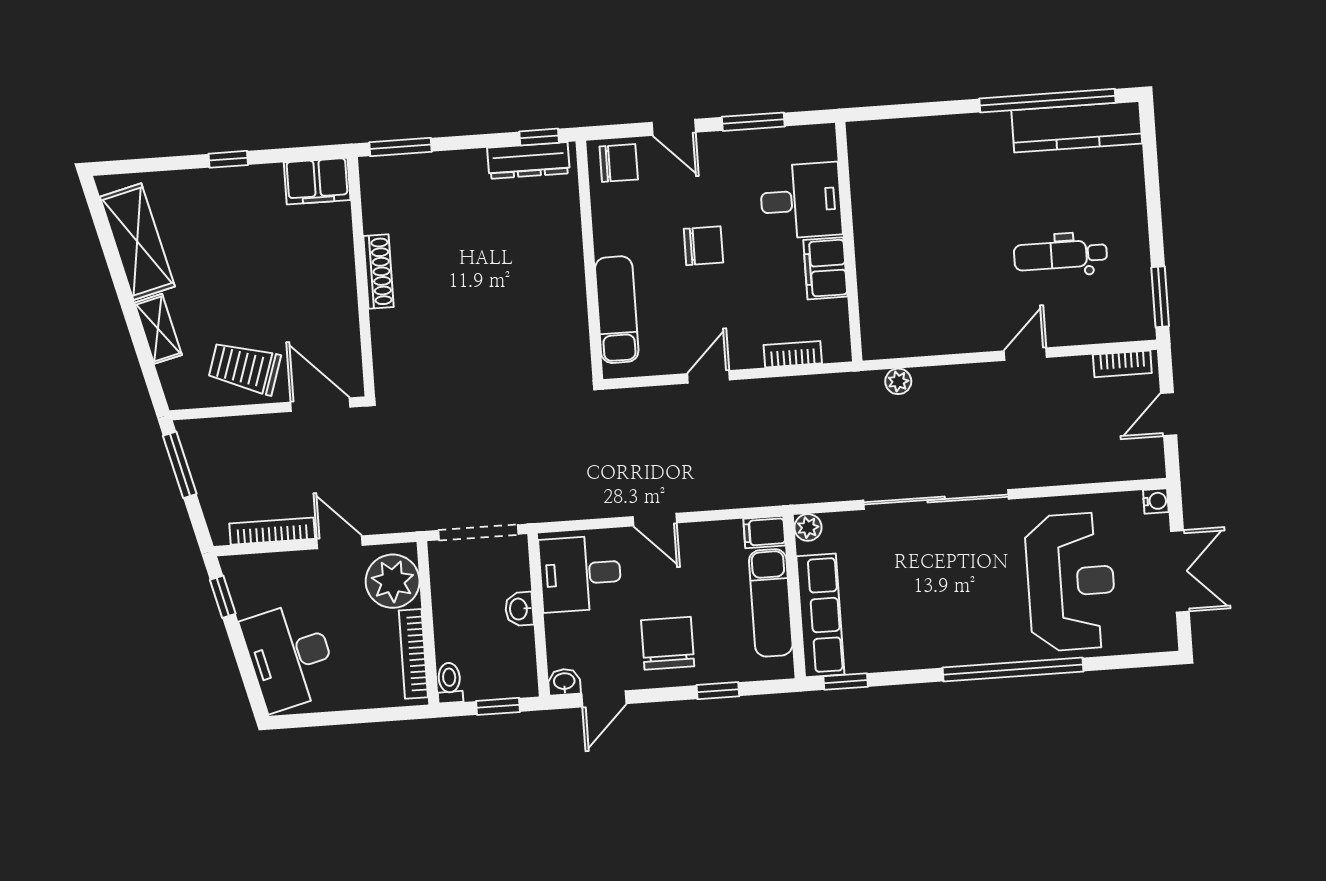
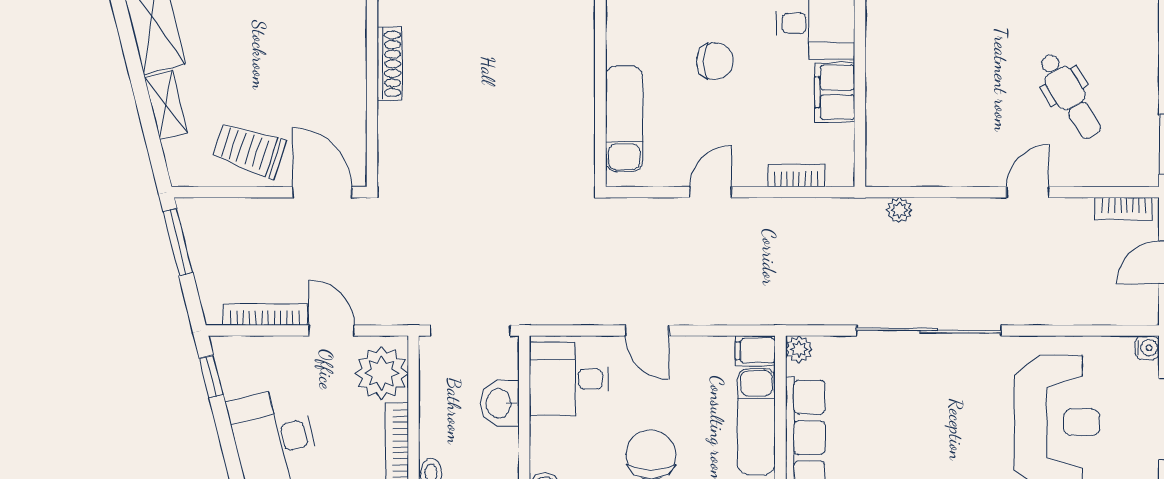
dental chair: (1060, 255) -> (1070, 96), turned -121
washbasin: (519, 609) -> (500, 403), width x1.38, depth x1.45

